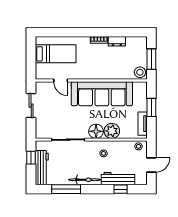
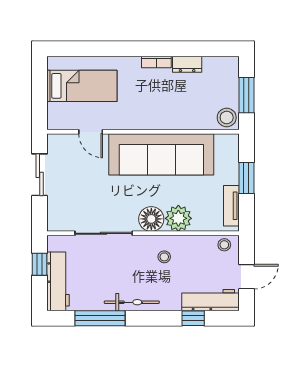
workbench: (118, 179) -> (210, 300), moved

